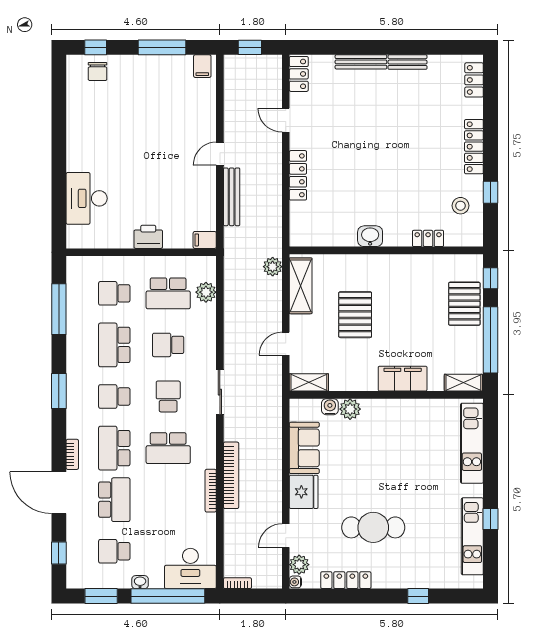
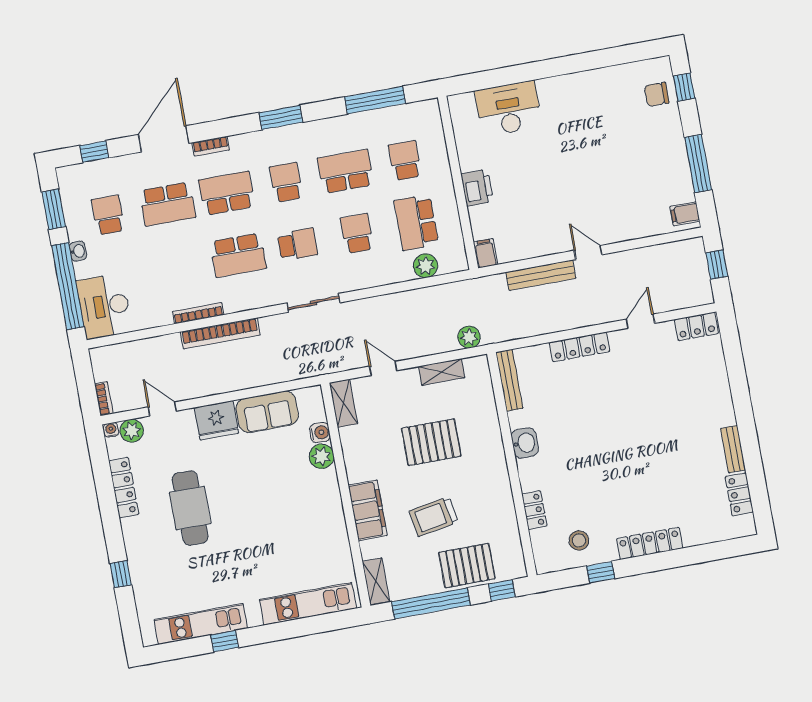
bench: (361, 62) -> (509, 380), moved
locker: (474, 80) -> (739, 494), moved, turned -90
shelving: (301, 286) -> (442, 372), width x0.67, depth x0.75
trolley: (418, 324) -> (434, 517), added
school desk: (168, 448) -> (238, 255), turned -90
bookcase: (237, 583) -> (104, 399), moved

